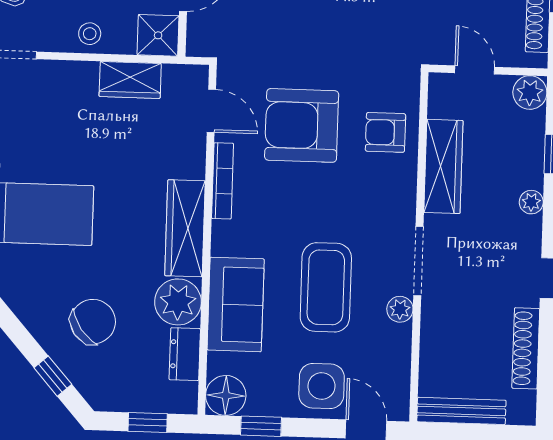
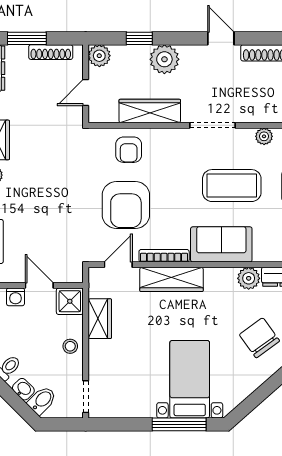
plant: (531, 202) -> (164, 59), width x1.88, depth x1.88
wardrobe: (185, 228) -> (171, 279), moved
plant: (178, 302) -> (249, 278), width x0.73, depth x0.73
sofa: (236, 304) -> (221, 244), moved
plant: (400, 309) -> (264, 136), moved

